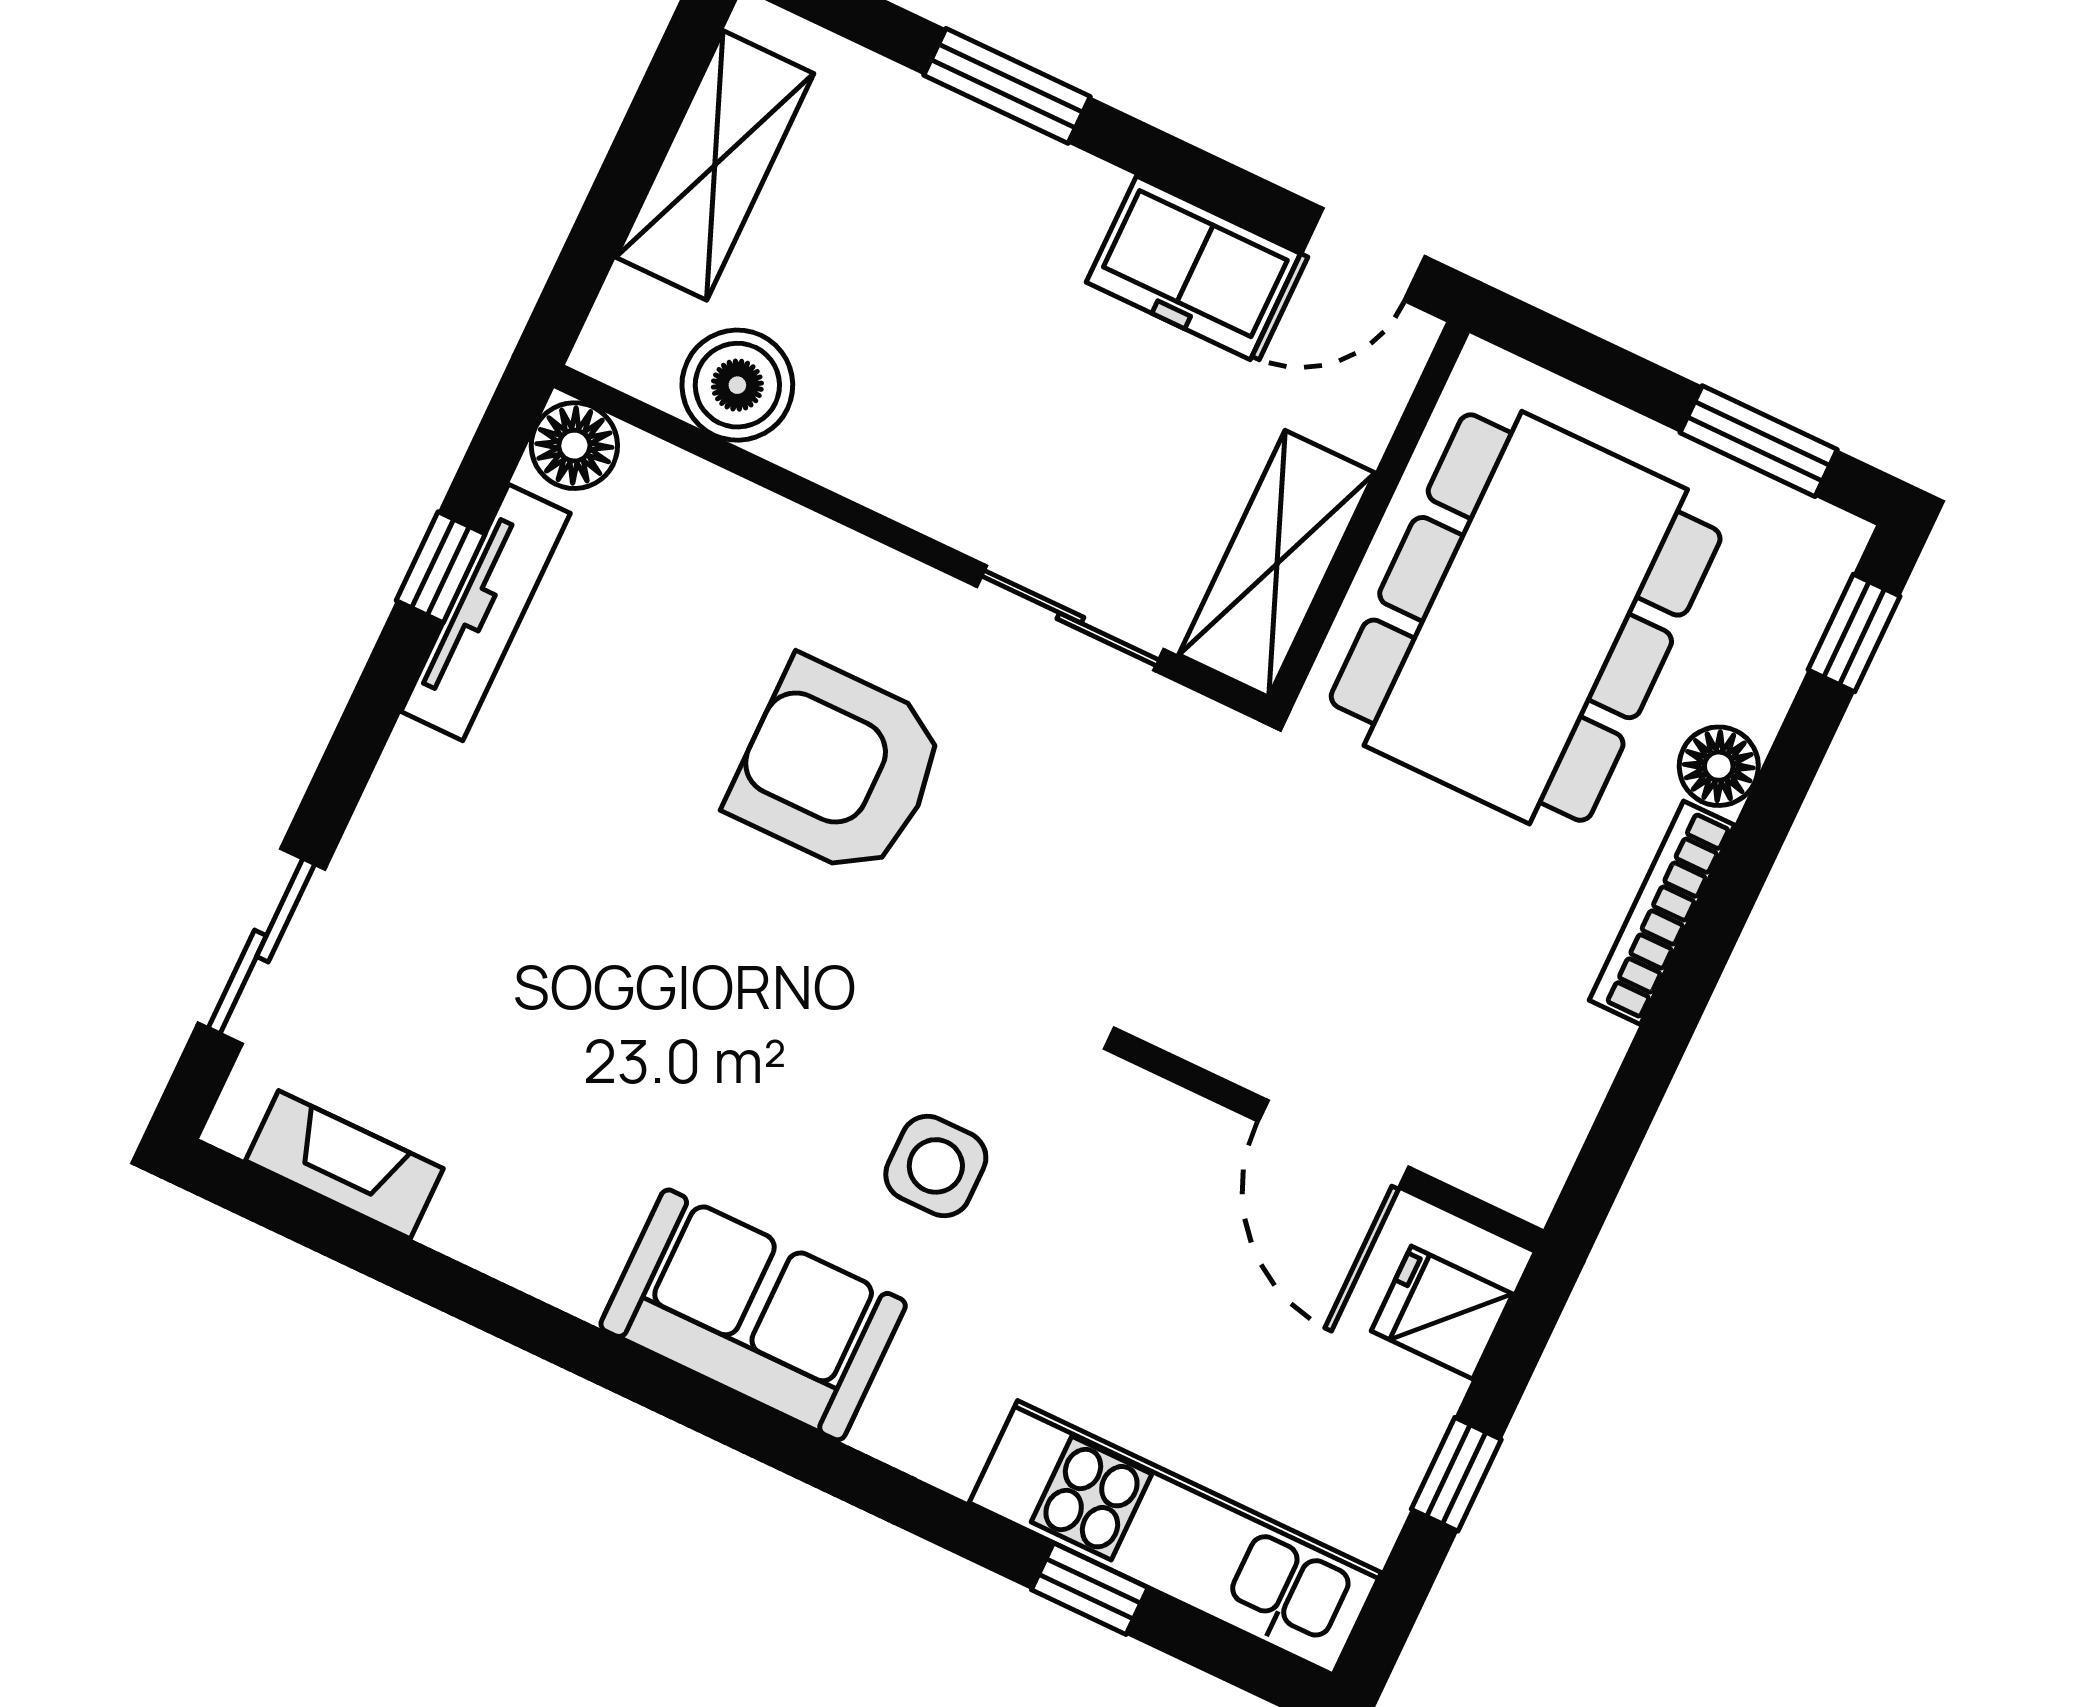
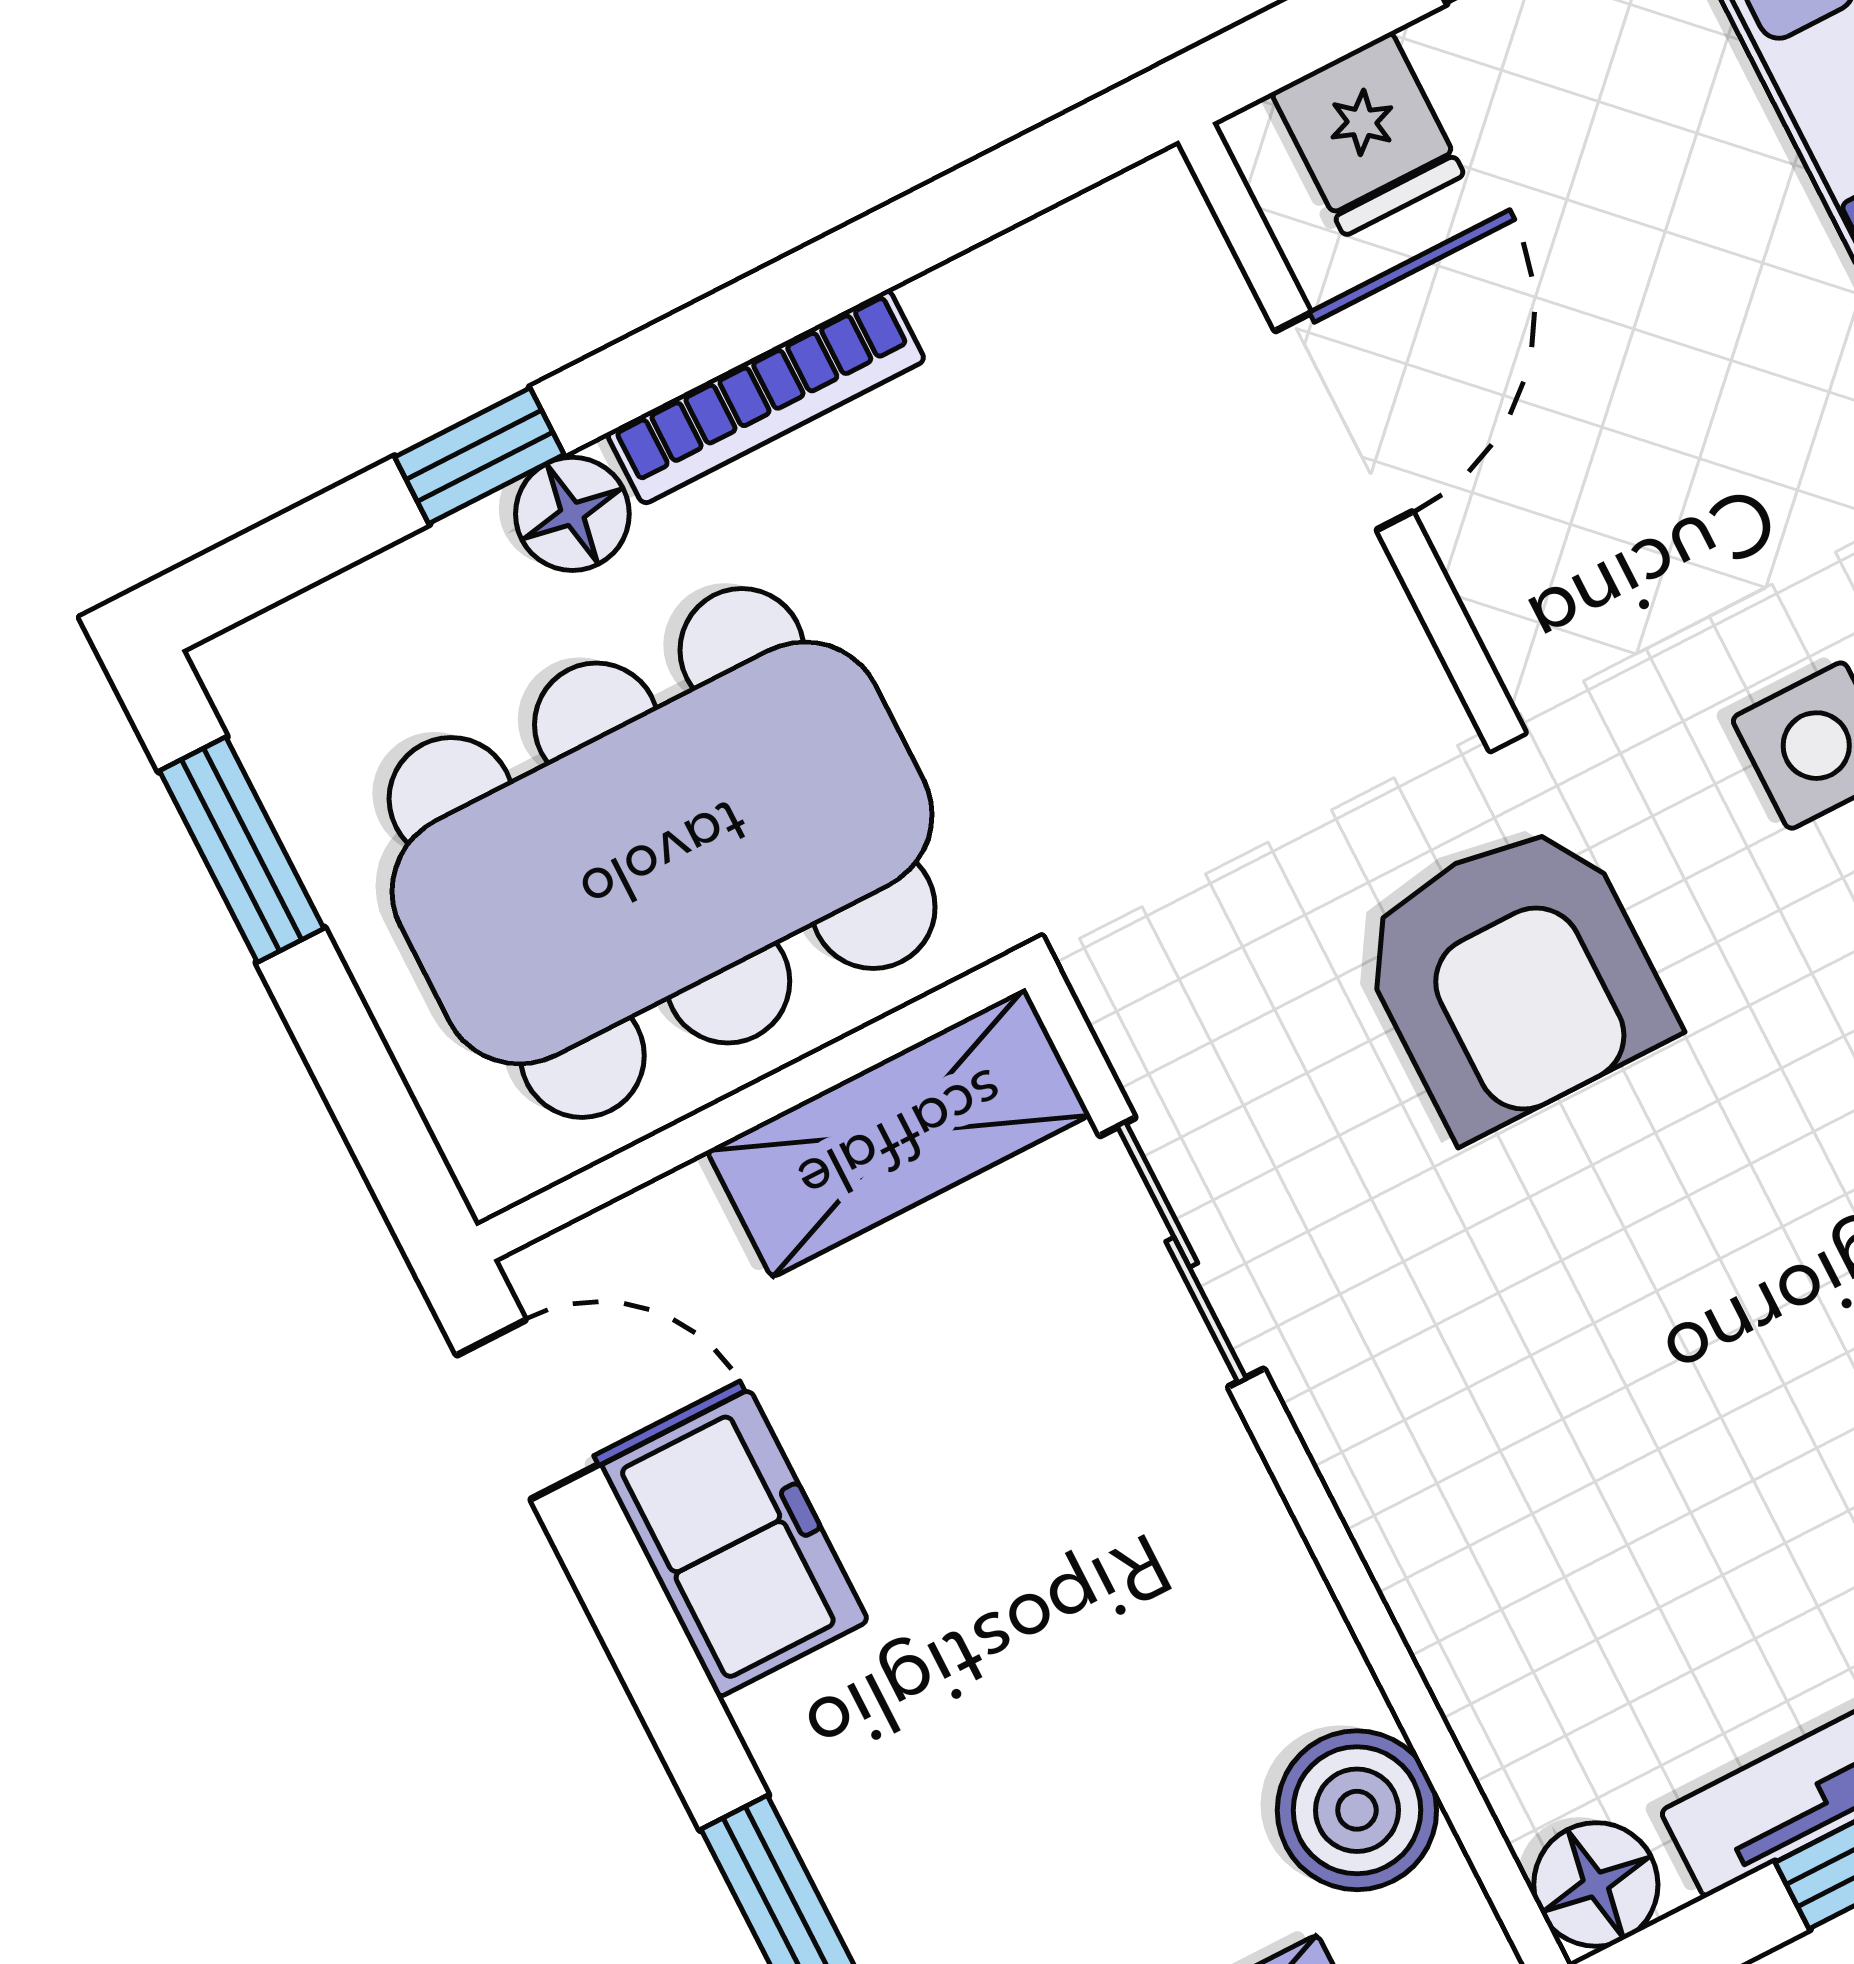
window: (1854, 633) -> (479, 456), moved
armchair: (838, 768) -> (1514, 977), moved

